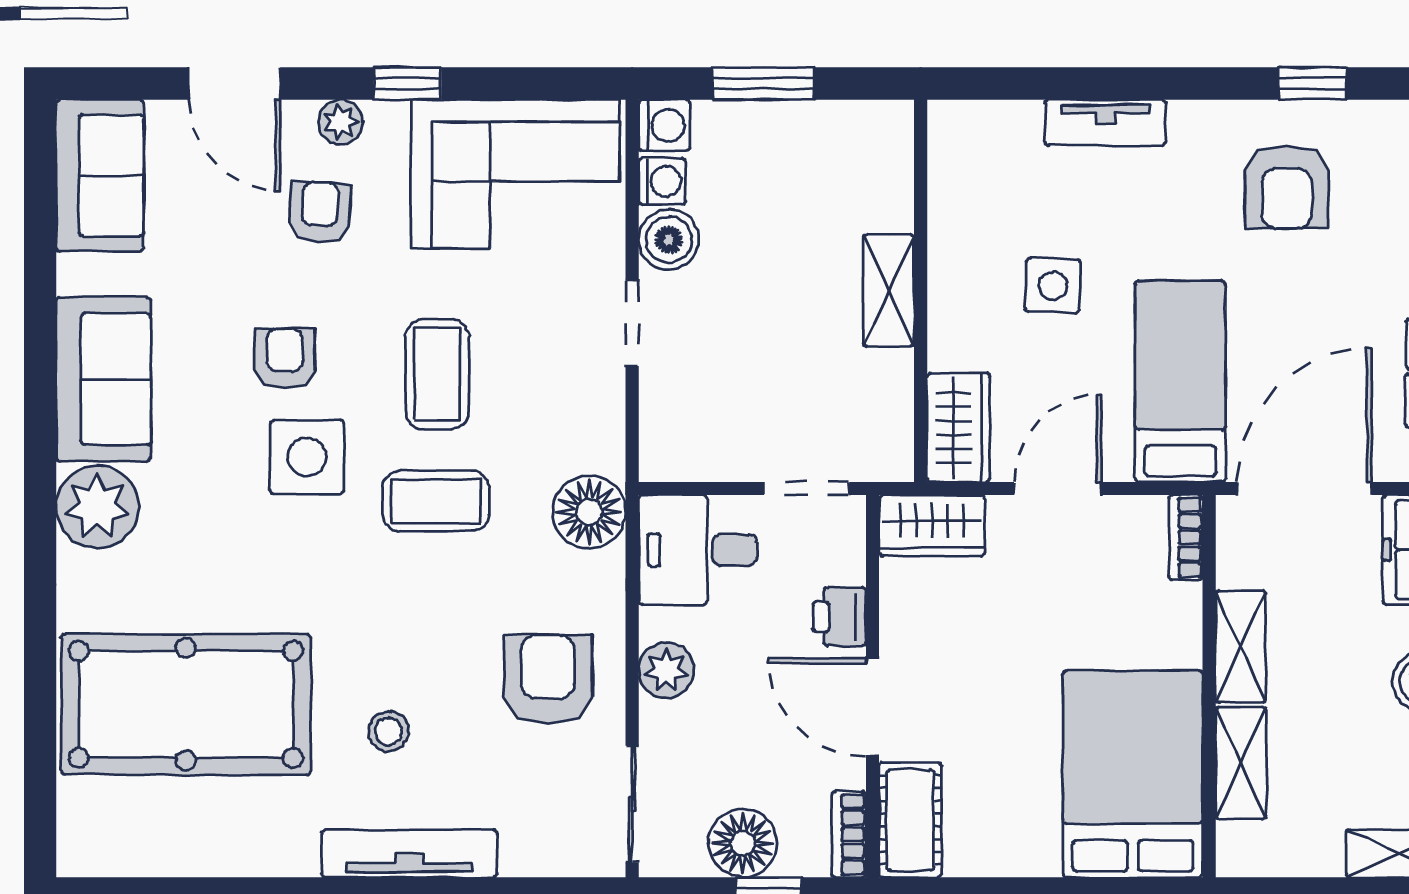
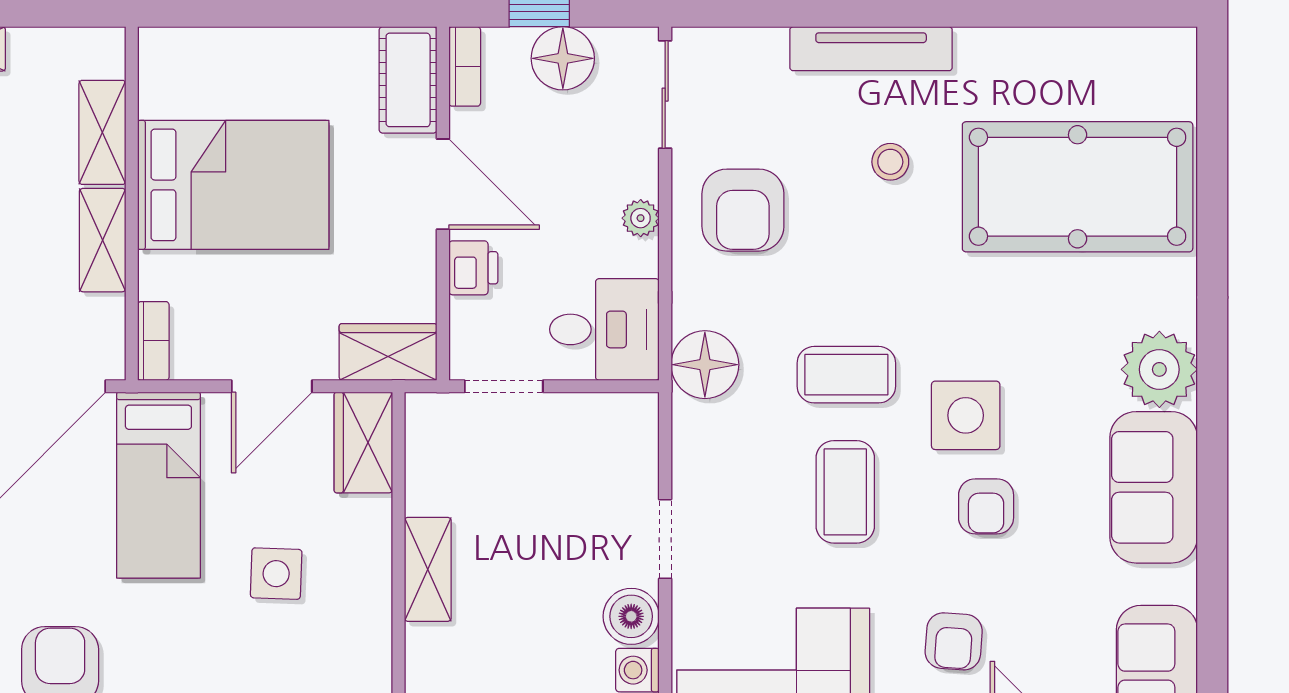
plant: (666, 670) -> (641, 218), width x0.73, depth x0.73
bed: (1133, 774) -> (233, 185), moved, turned -90

